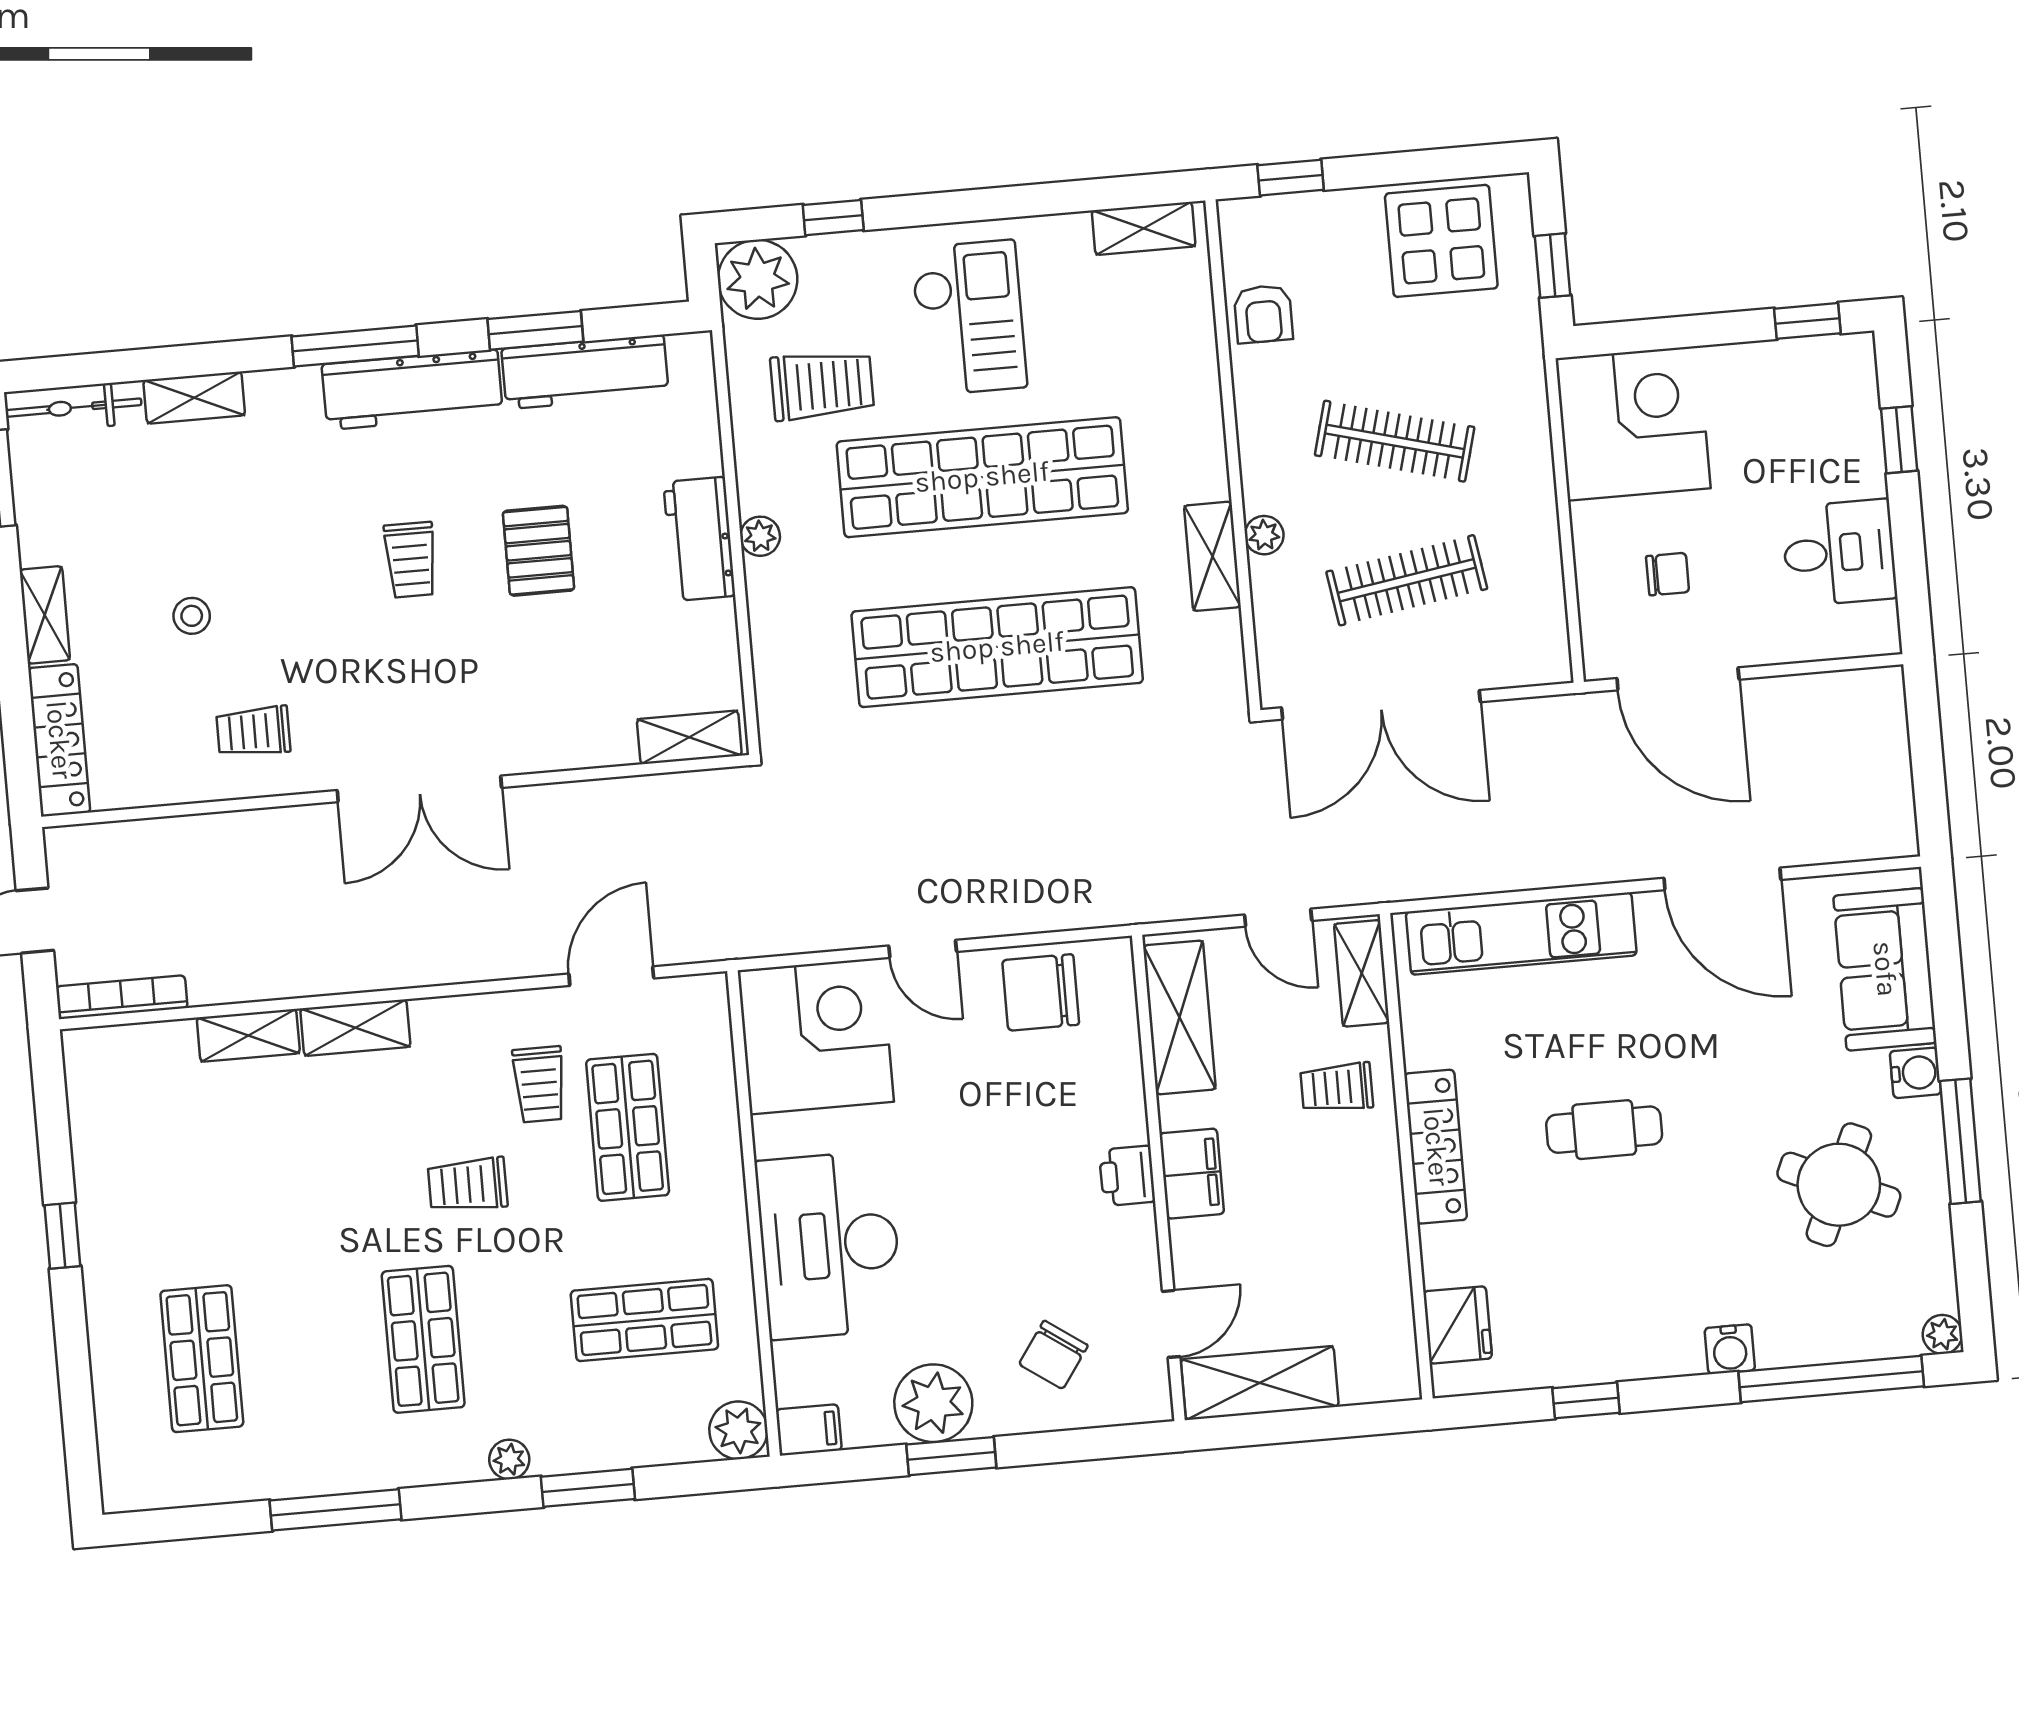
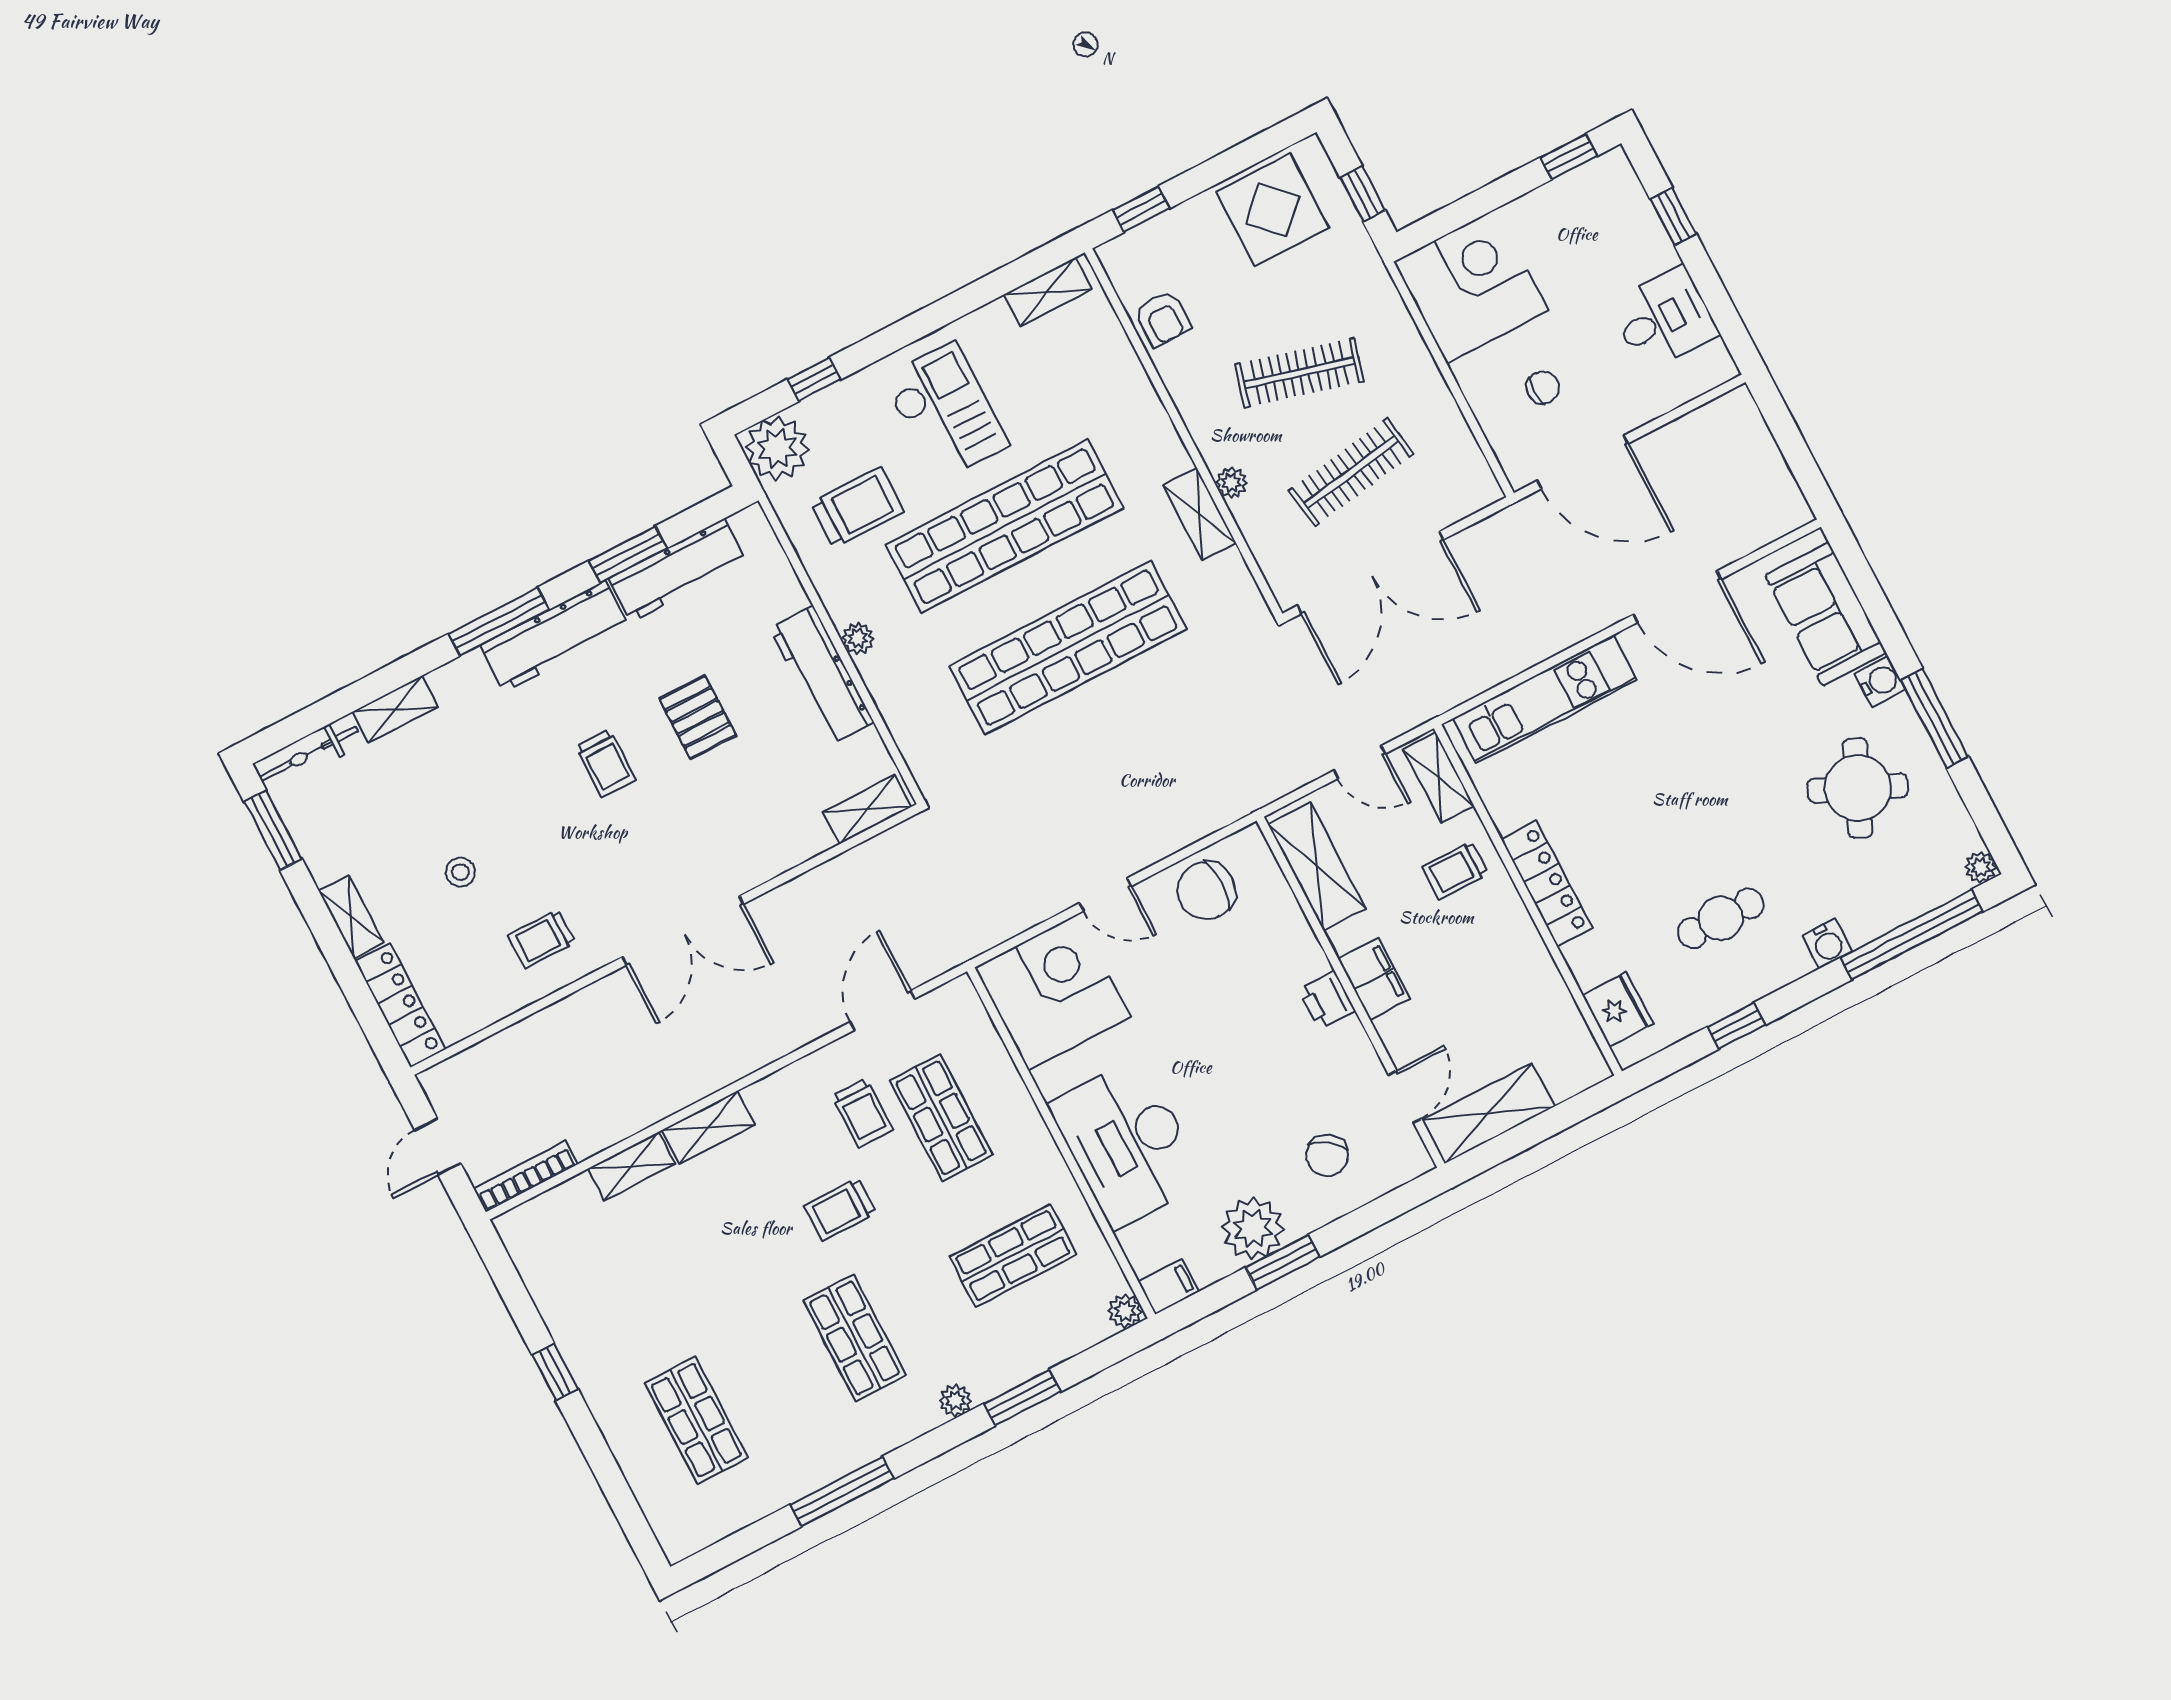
workbench: (699, 539) -> (822, 675), width x1.38
cafe table: (1604, 1130) -> (1721, 918), moved
plant: (738, 1430) -> (1125, 1311), width x0.73, depth x0.73

